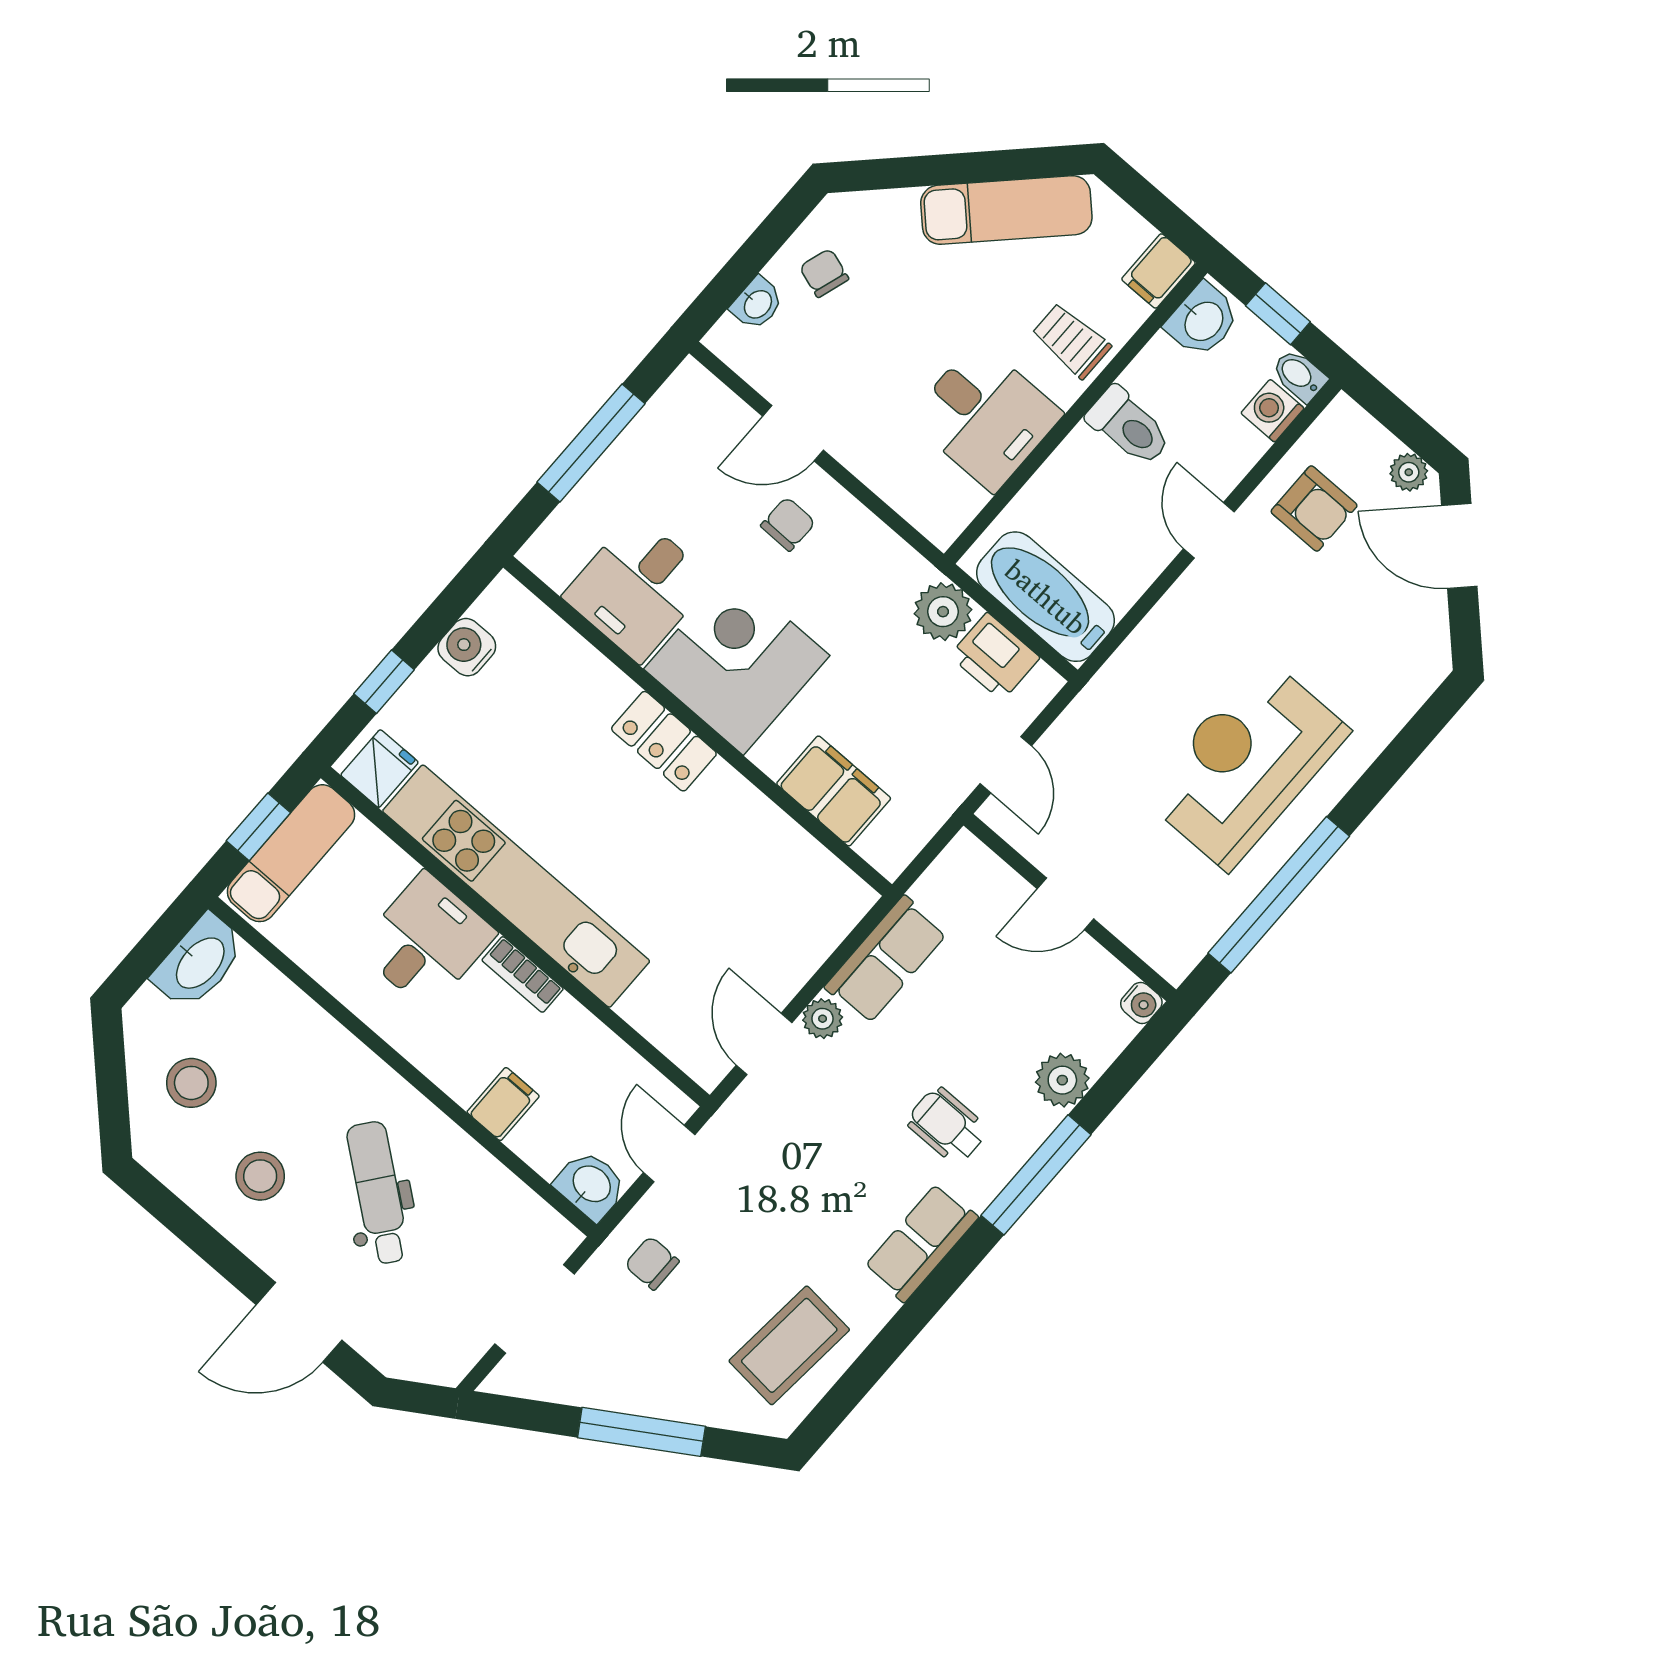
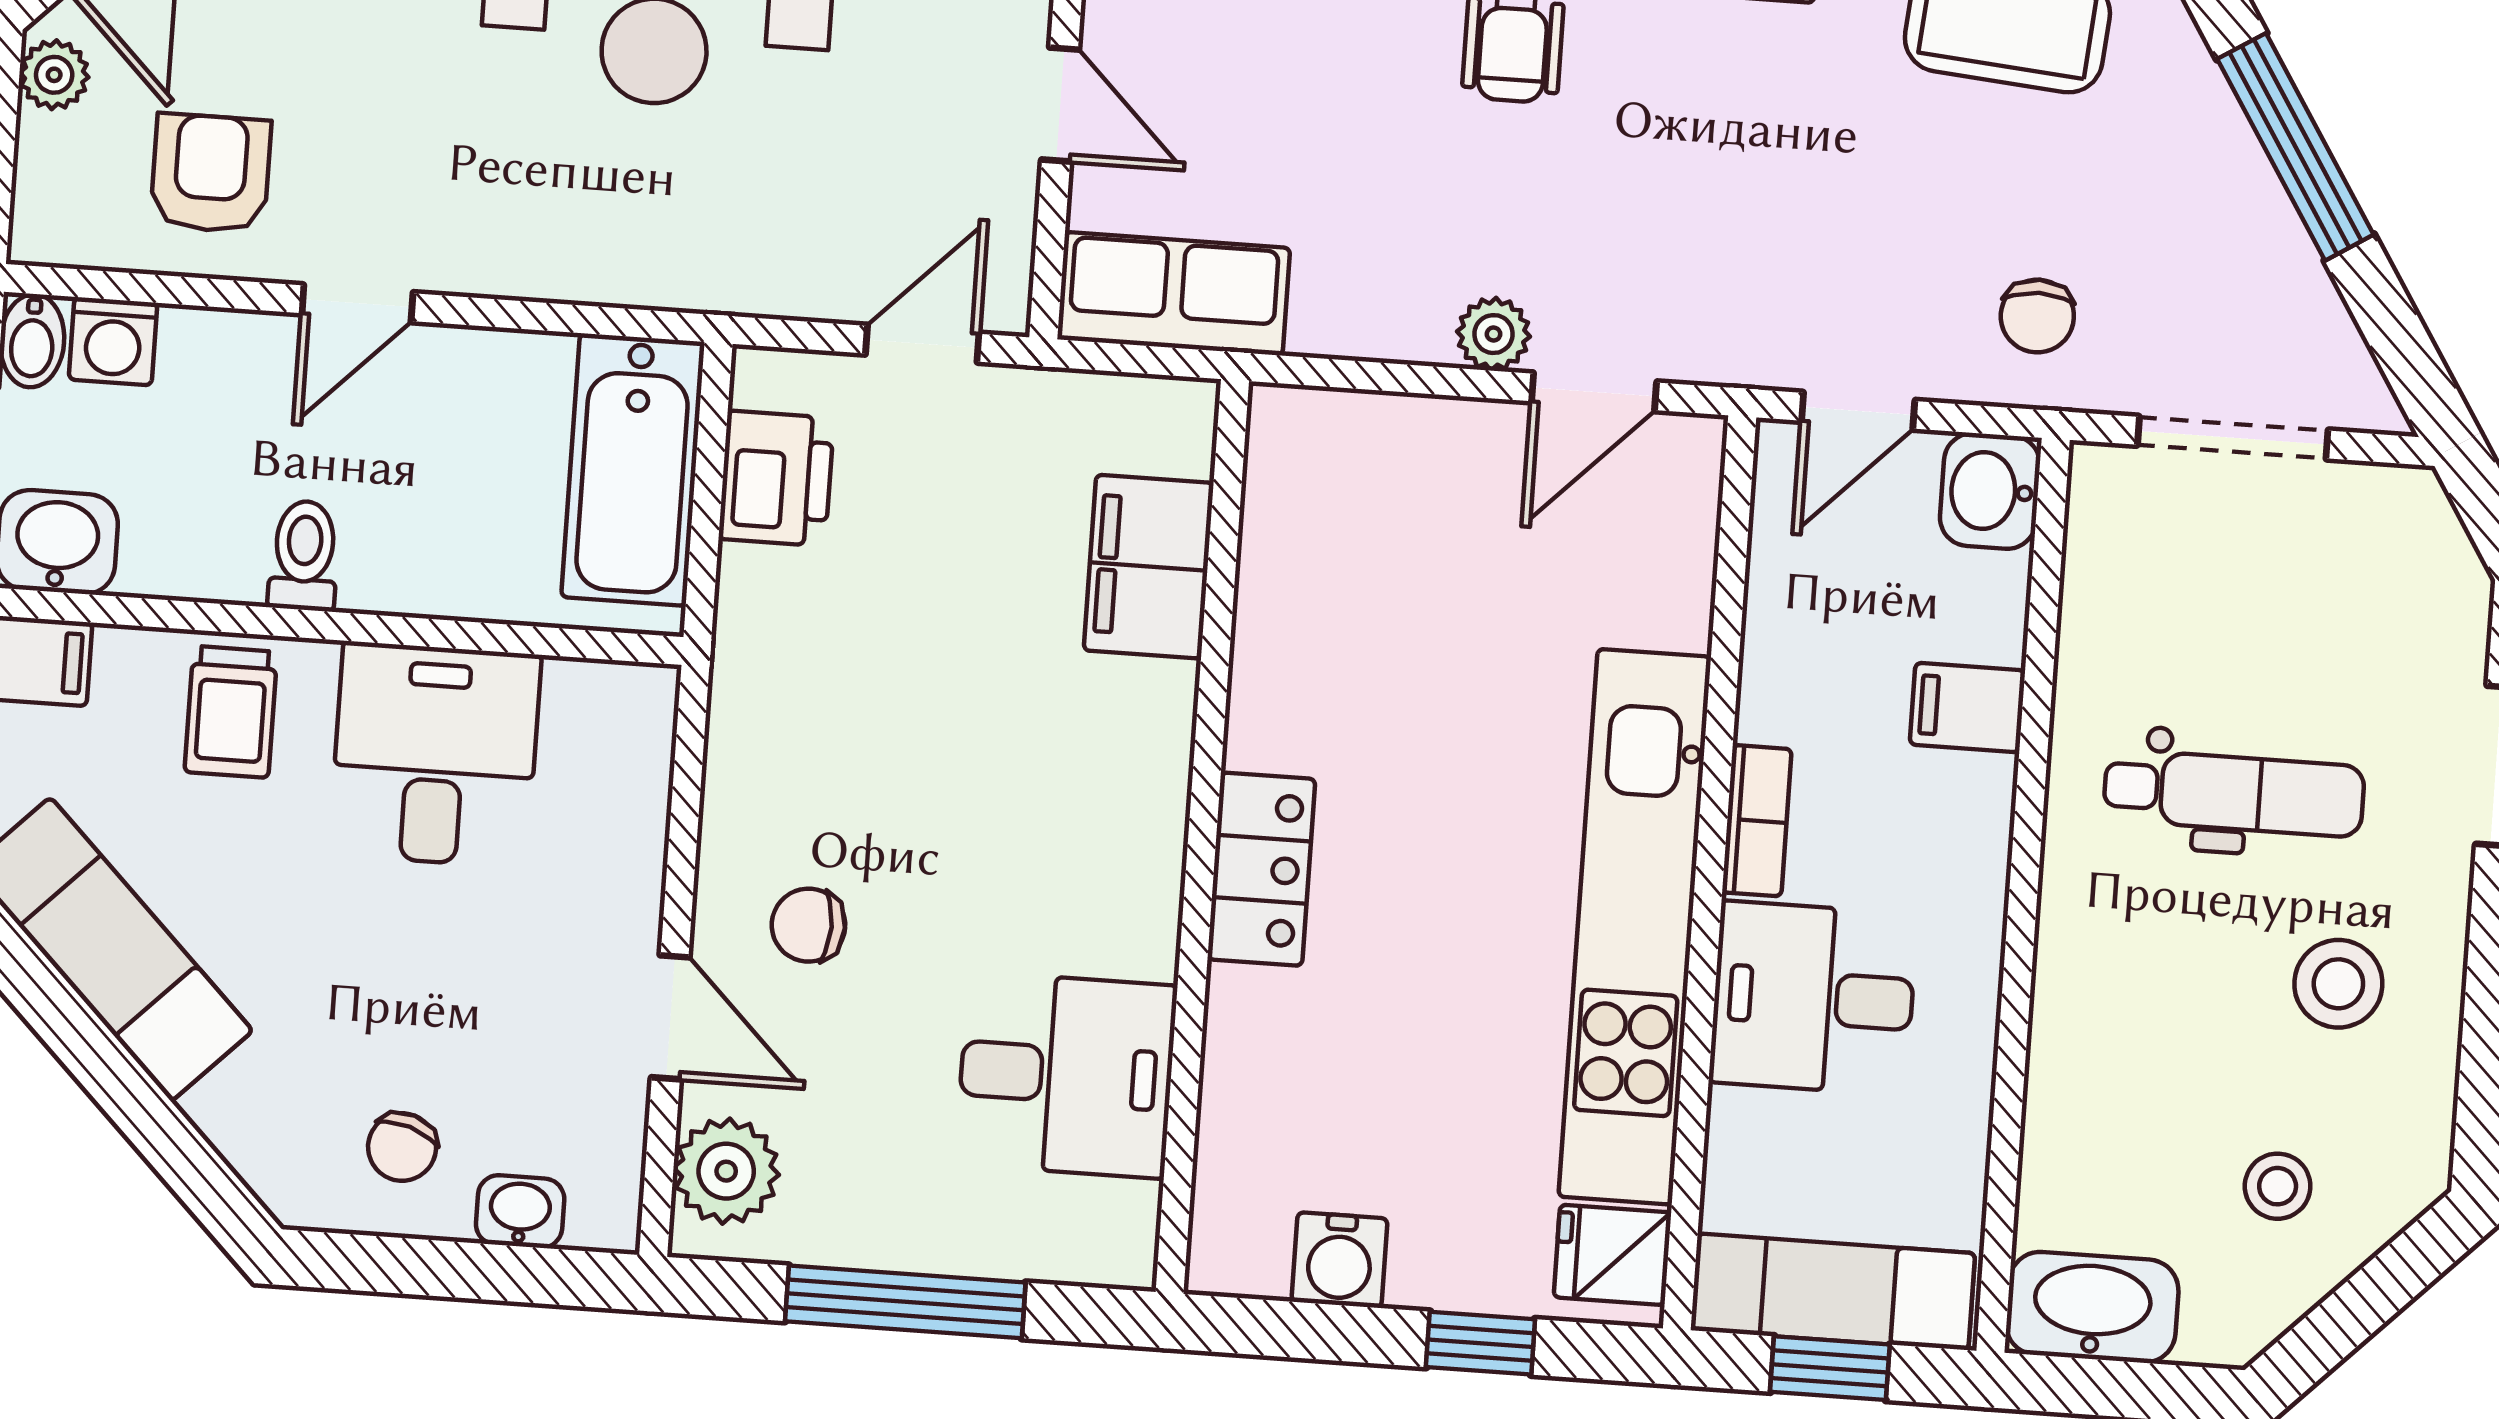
toilet: (1129, 426) -> (304, 556), width x0.73, depth x0.72
plant: (943, 612) -> (726, 1171), moved
corner desk: (737, 662) -> (1066, 849), removed
row of seats: (886, 960) -> (1174, 294), moved
stool: (191, 1083) -> (2278, 1186), width x0.73, depth x0.73
dental chair: (378, 1193) -> (2234, 793), turned -128

